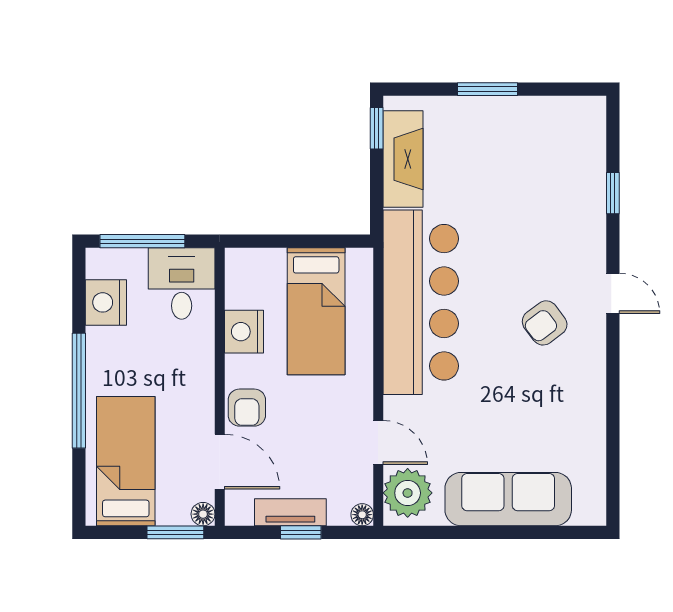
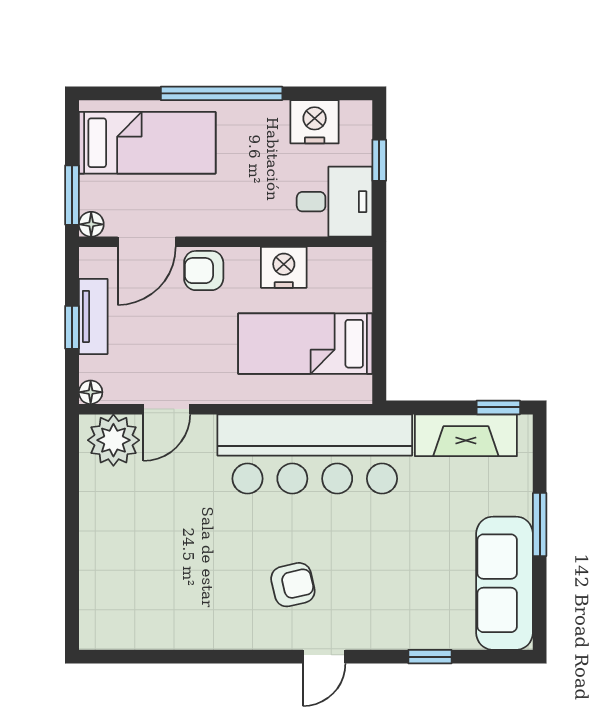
window: (142, 241) -> (379, 160), width x0.46
armchair: (545, 323) -> (293, 585), turned 114
sofa: (508, 499) -> (505, 583), moved, turned 180

